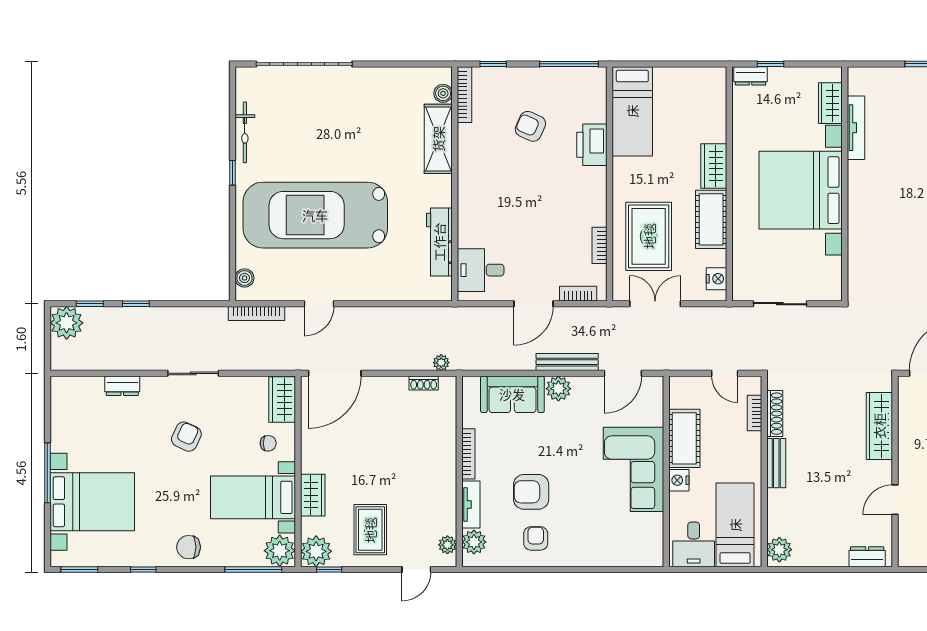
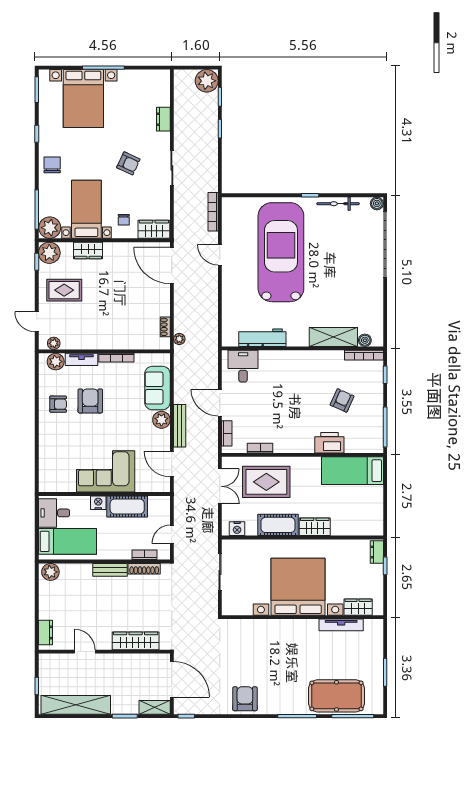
boiler: (244, 278) -> (377, 203), moved

